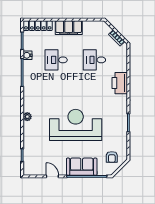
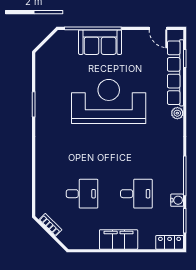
locker: (38, 26) -> (170, 242), width x0.66
printer: (120, 83) -> (46, 161), removed
reception desk: (76, 125) -> (109, 102), turned 180
row of seats: (29, 145) -> (175, 73), added
armchair: (112, 157) -> (57, 56), removed
door: (52, 176) -> (158, 28), moved

